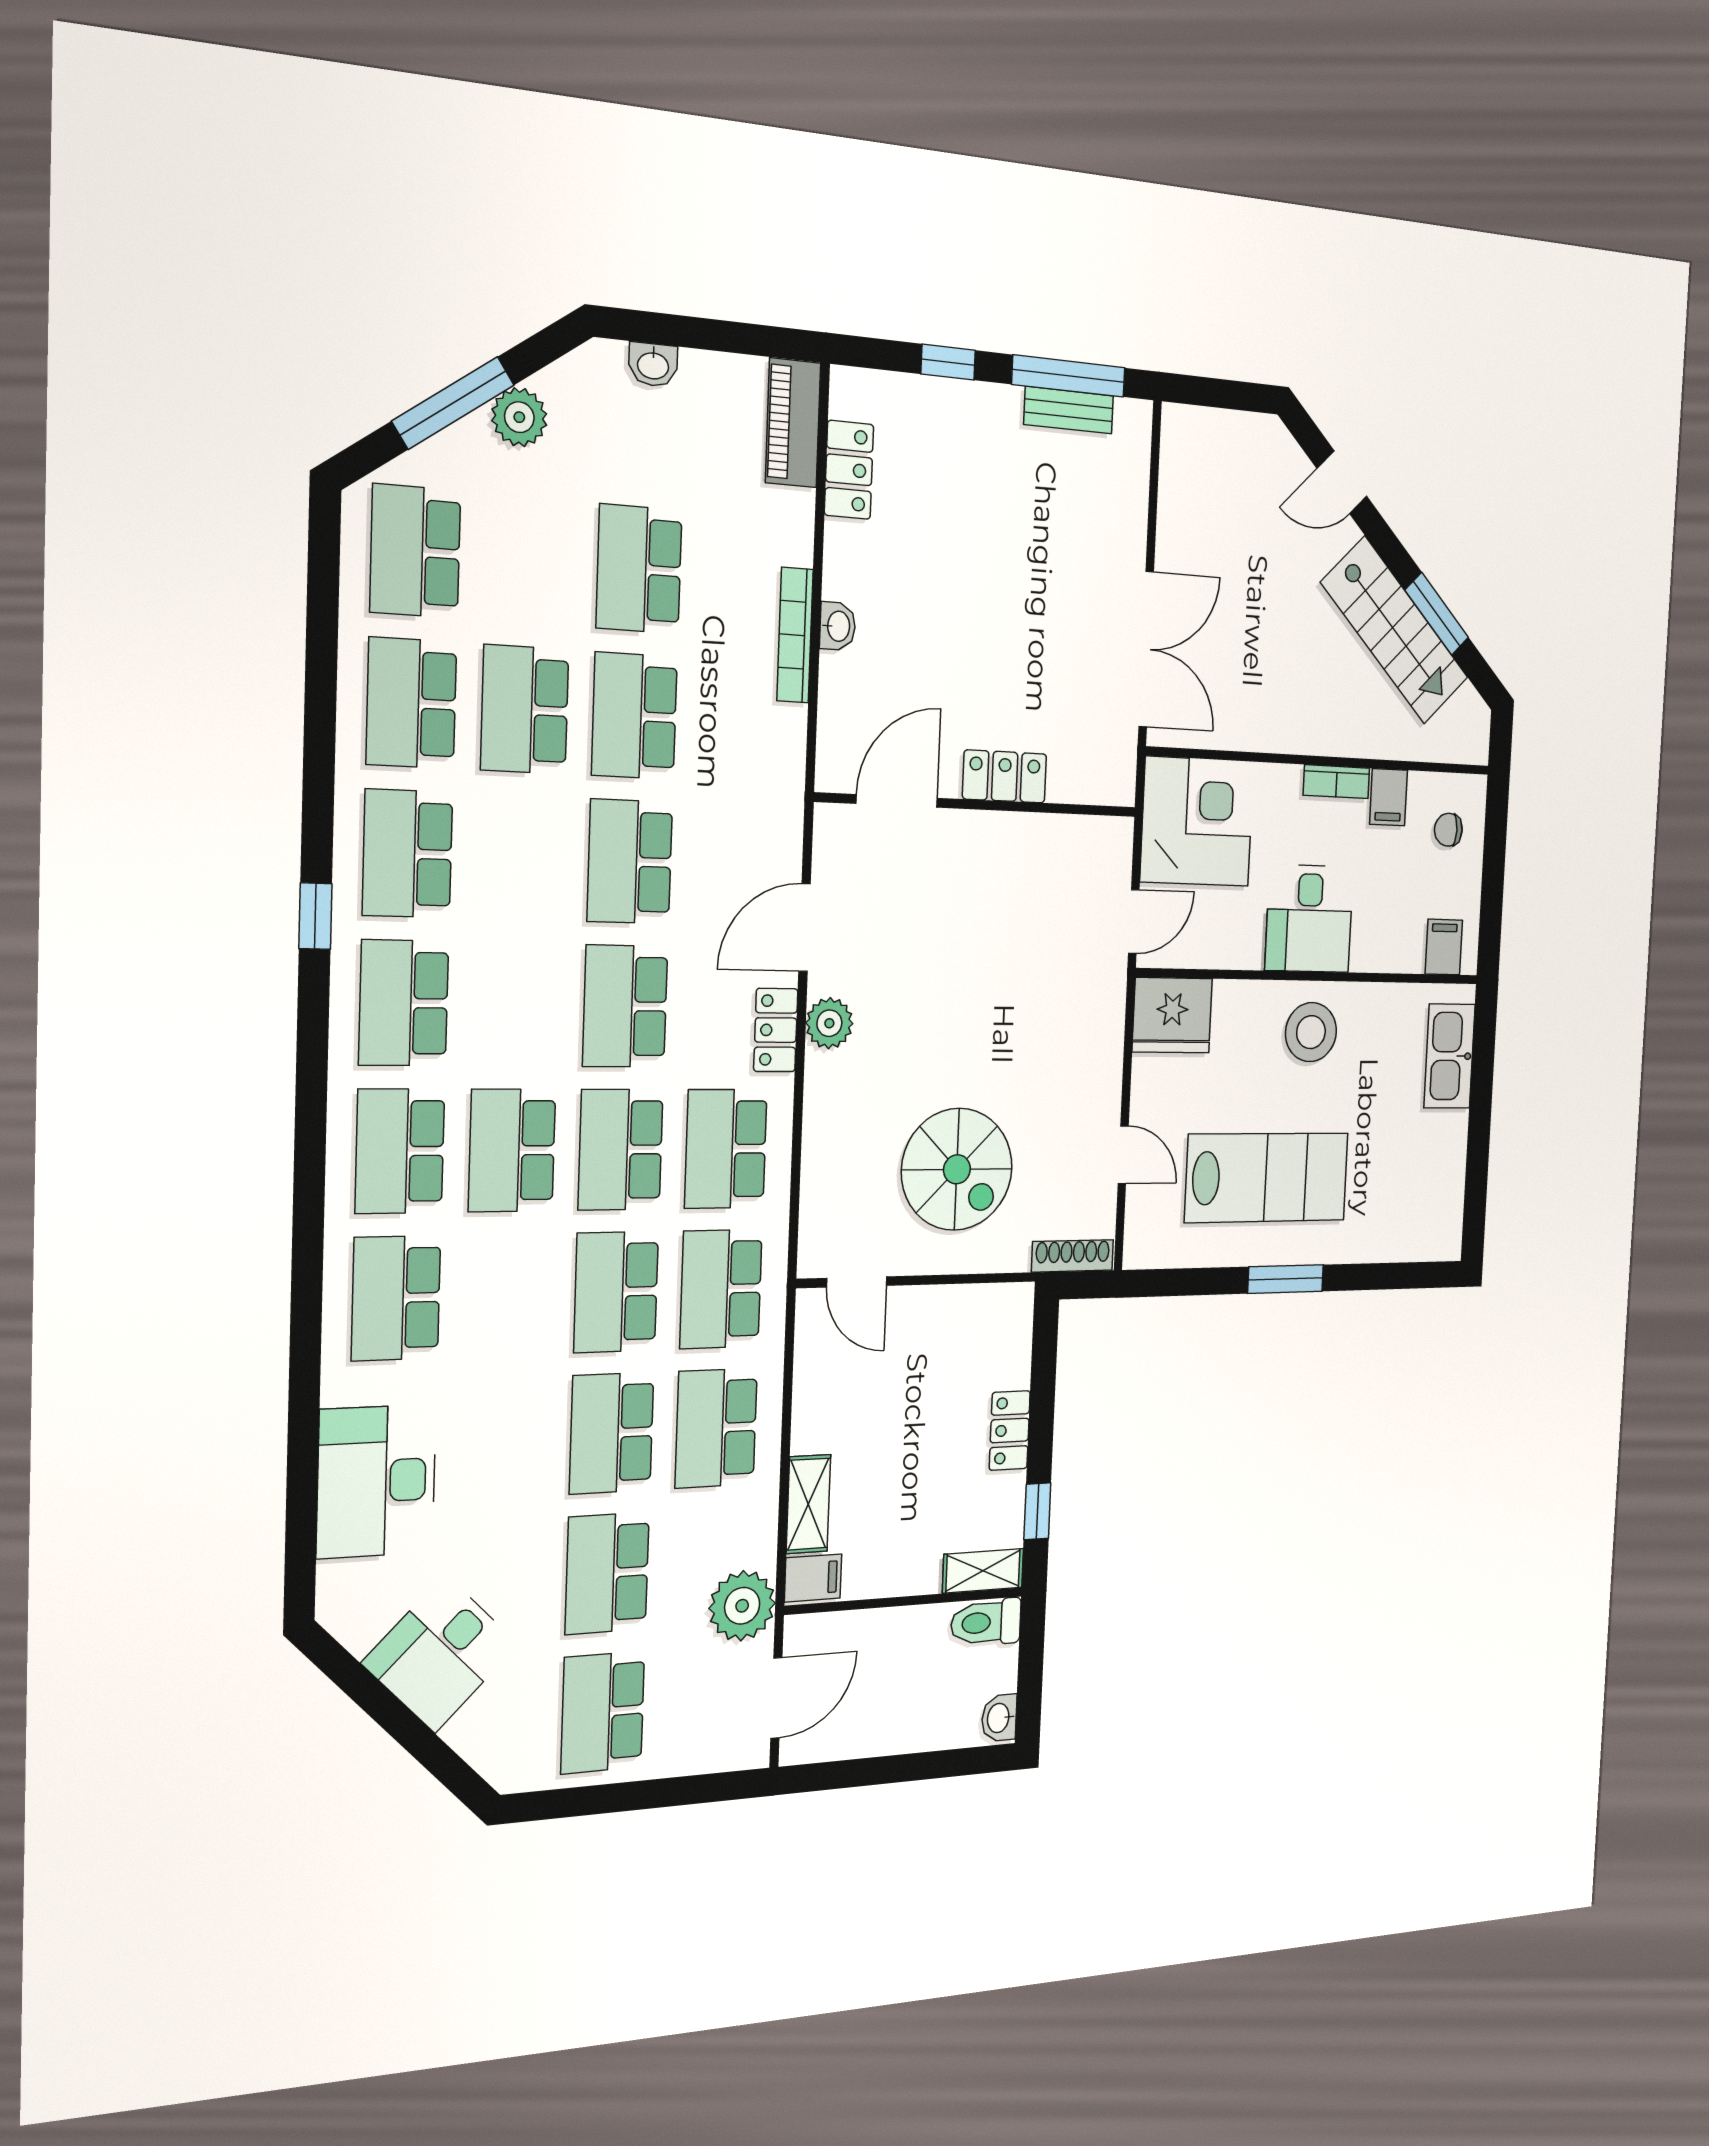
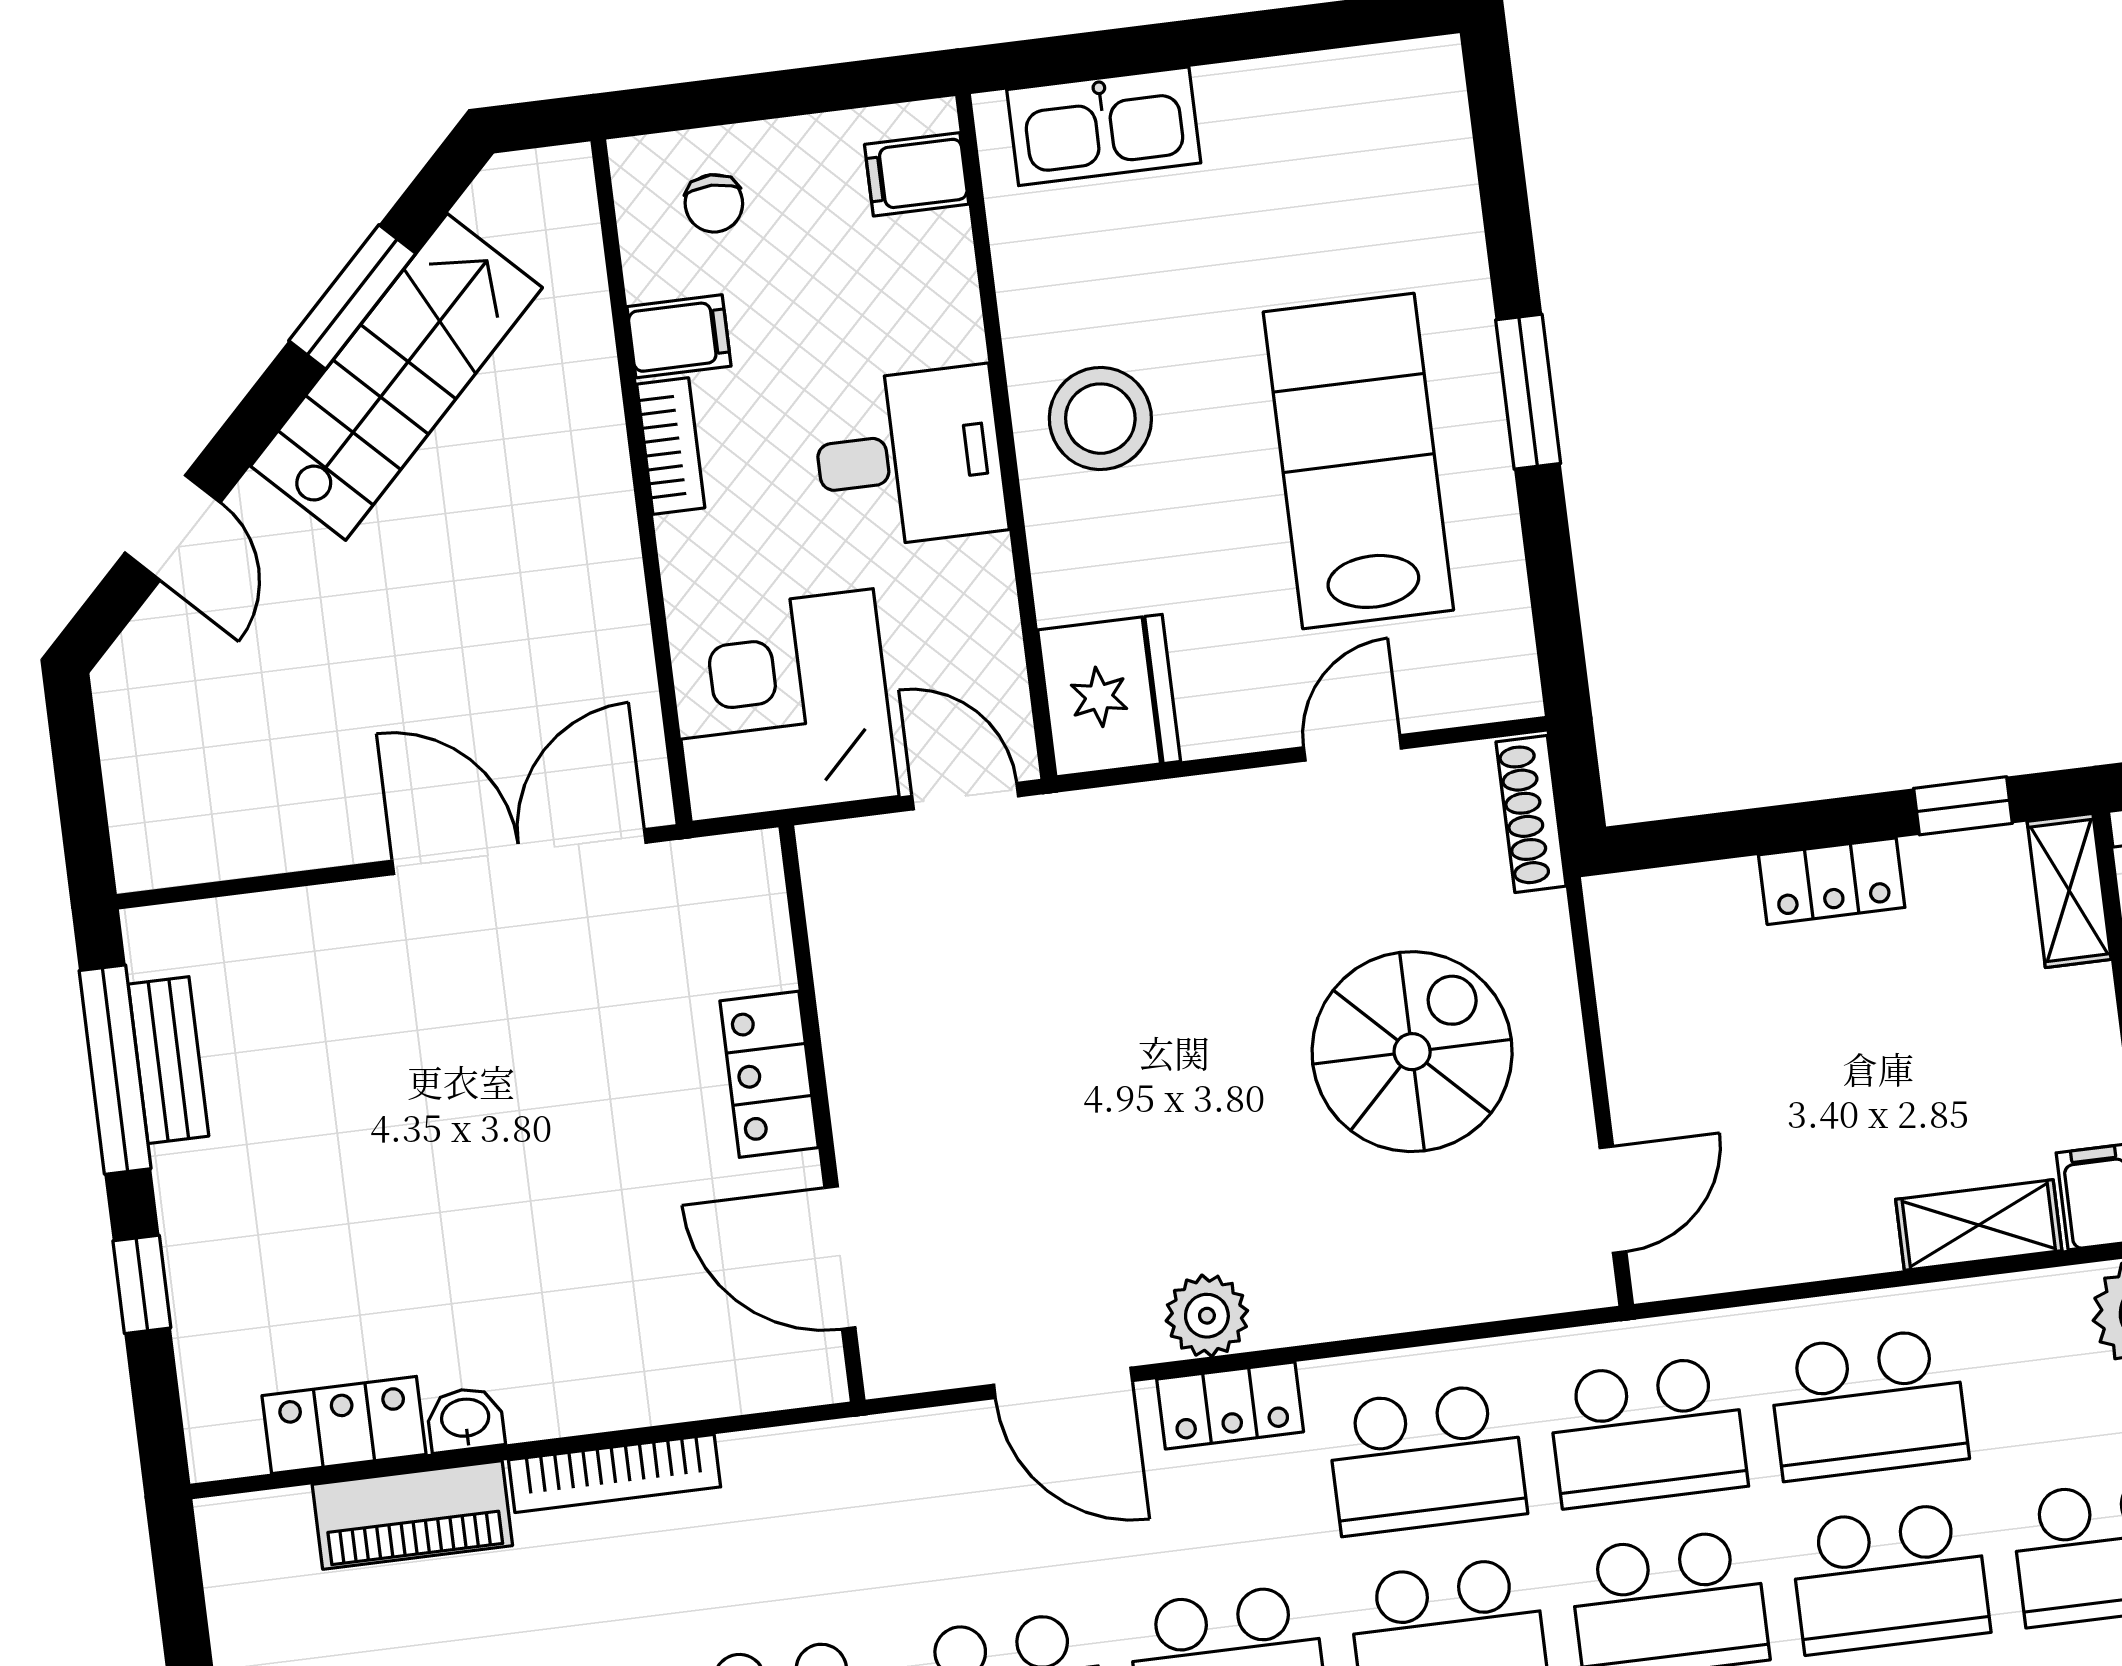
piano: (793, 423) -> (412, 1515), moved
washbasin: (838, 626) -> (465, 1419), moved

